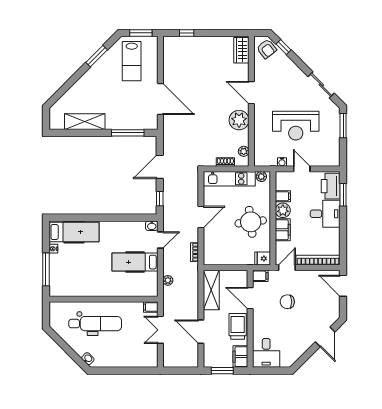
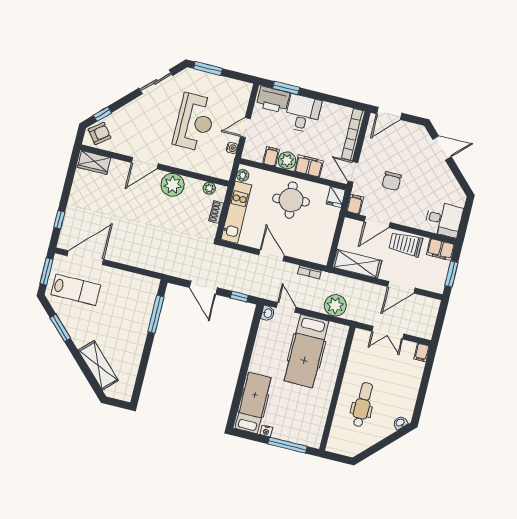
door: (160, 99) -> (85, 258), moved
shelving: (85, 122) -> (98, 365), moved, turned -45
hospital bed: (135, 262) -> (307, 351), width x1.37, depth x1.29
plant: (168, 280) -> (335, 305), width x1.88, depth x1.88
filing cabinet: (151, 307) -> (422, 352), moved
dental chair: (95, 324) -> (363, 405), width x0.73, depth x0.72

